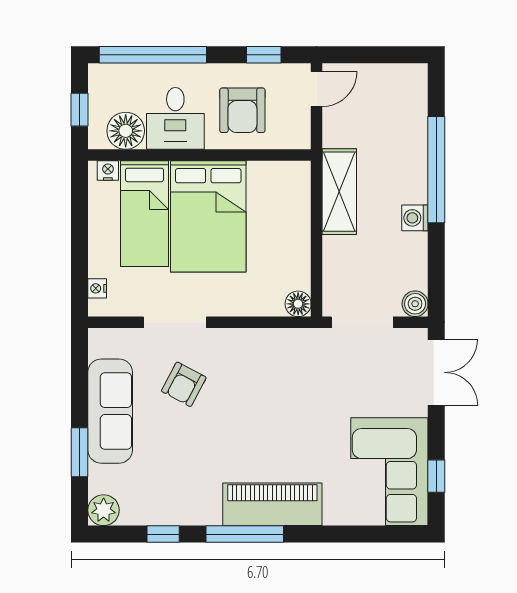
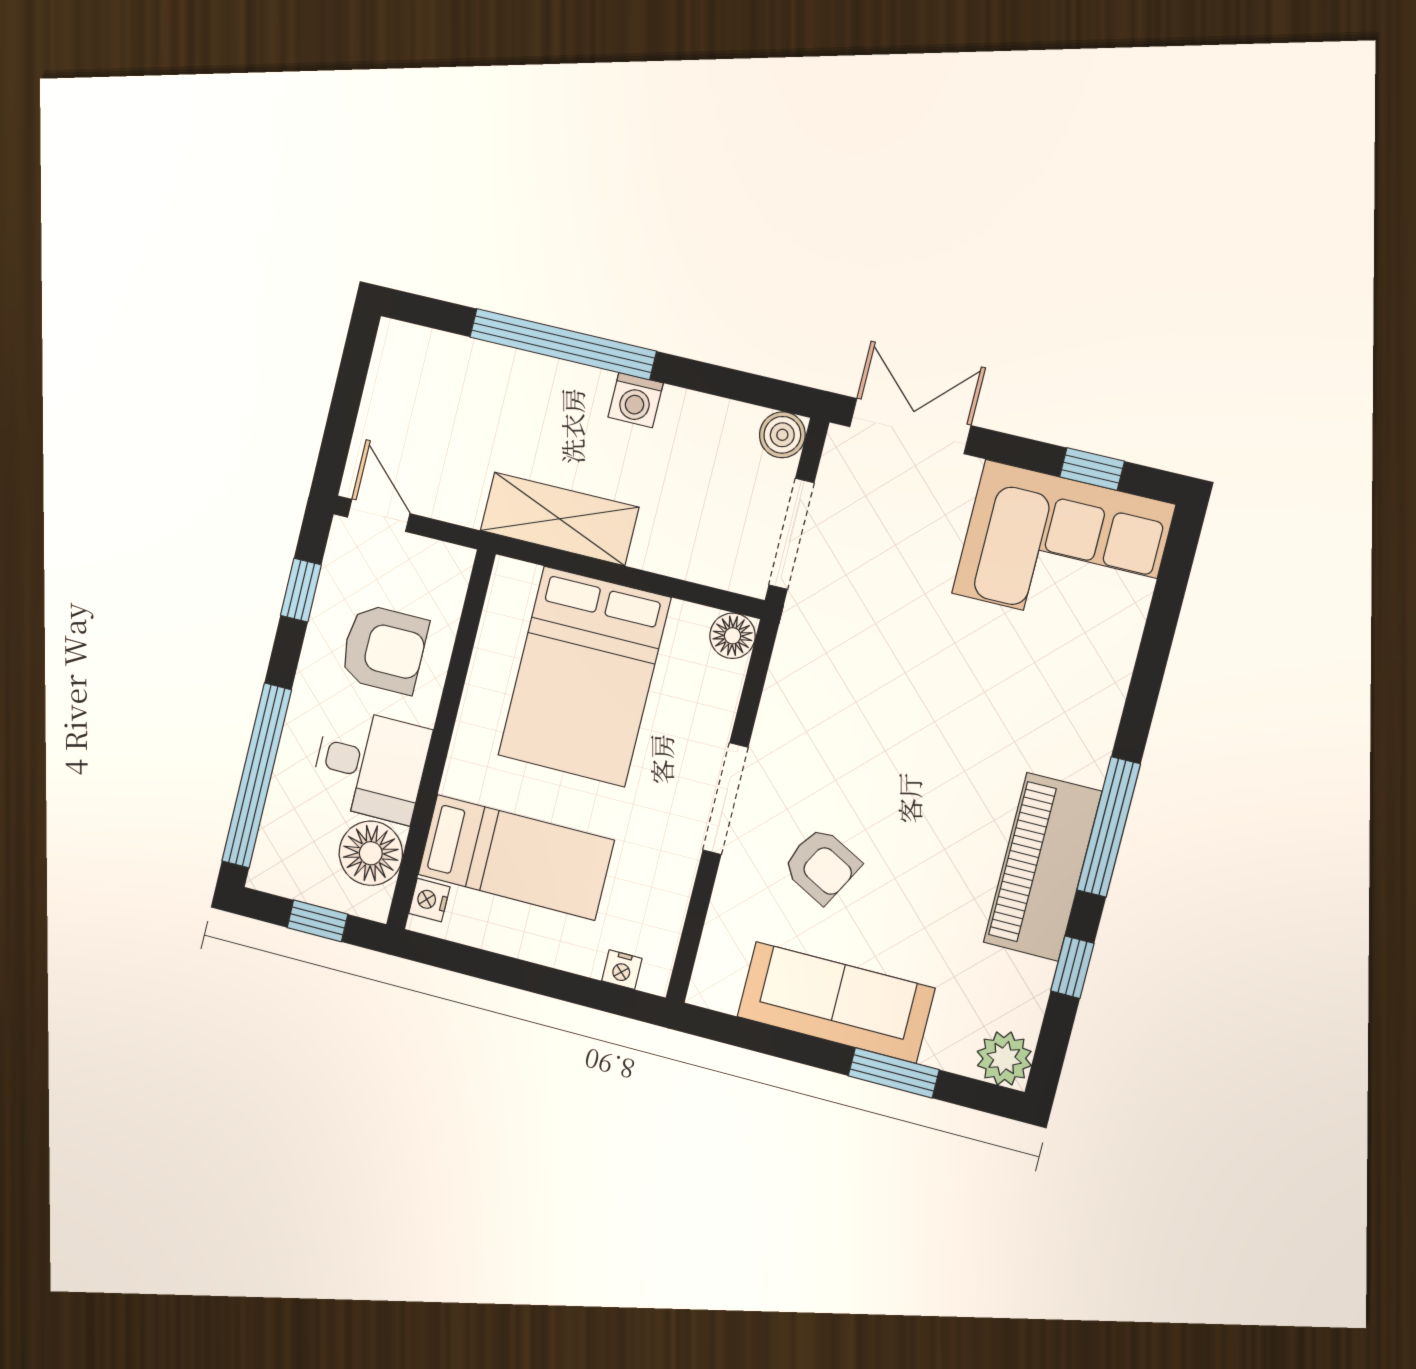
bed: (208, 216) -> (584, 677), moved, turned 90
doorway: (175, 322) -> (725, 799), moved
piano: (272, 504) -> (1043, 867), moved

